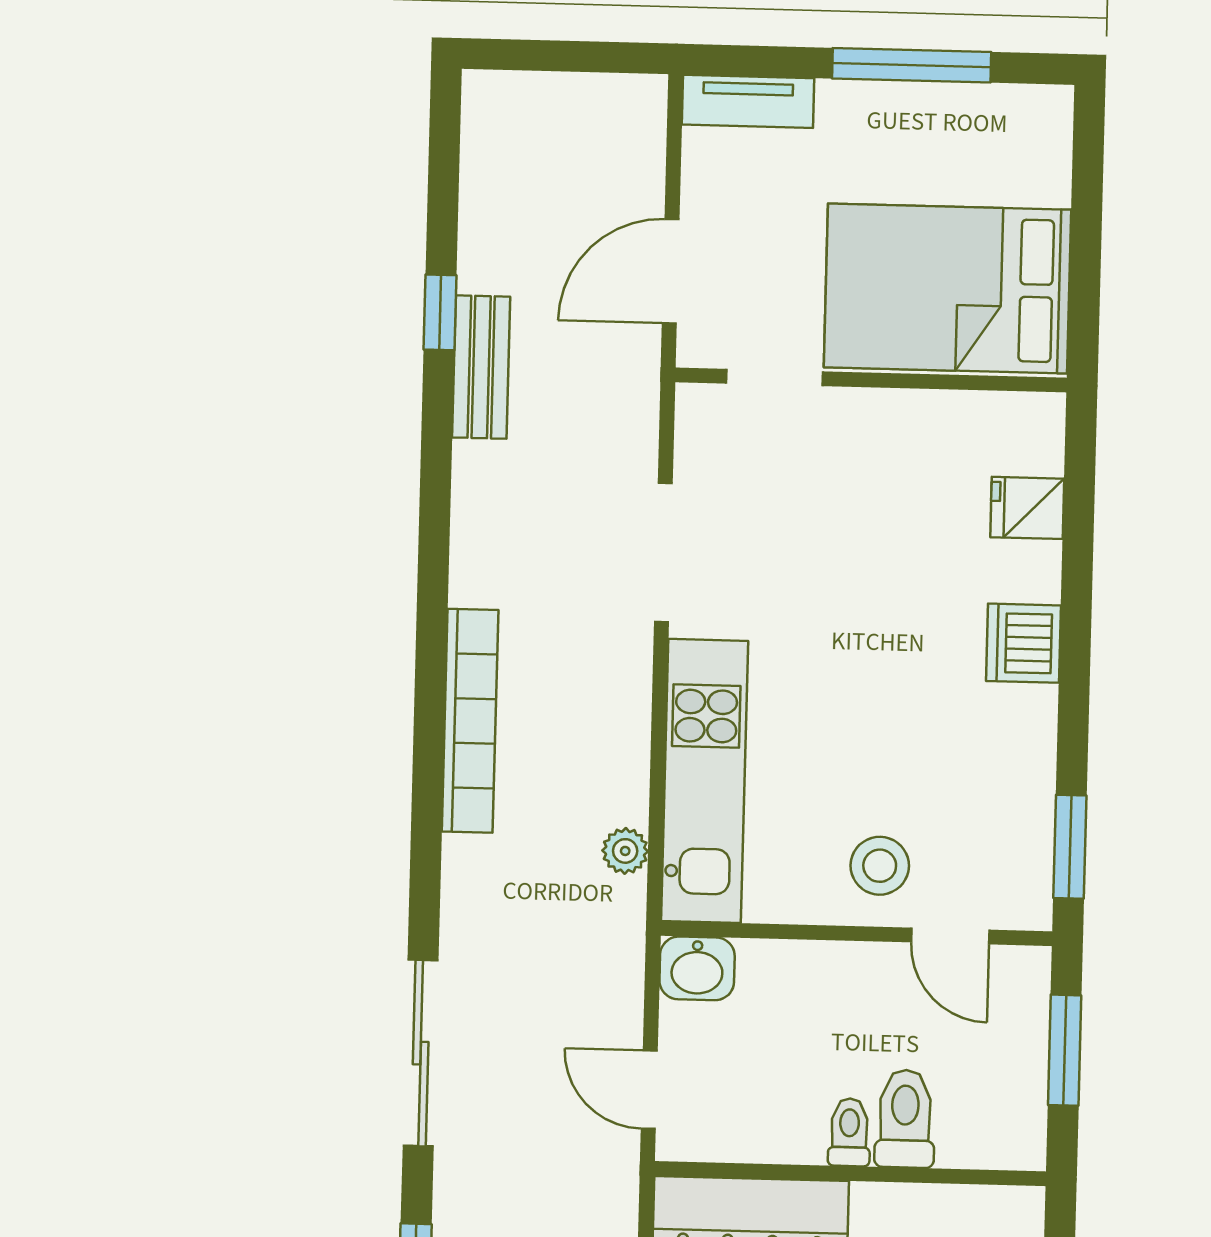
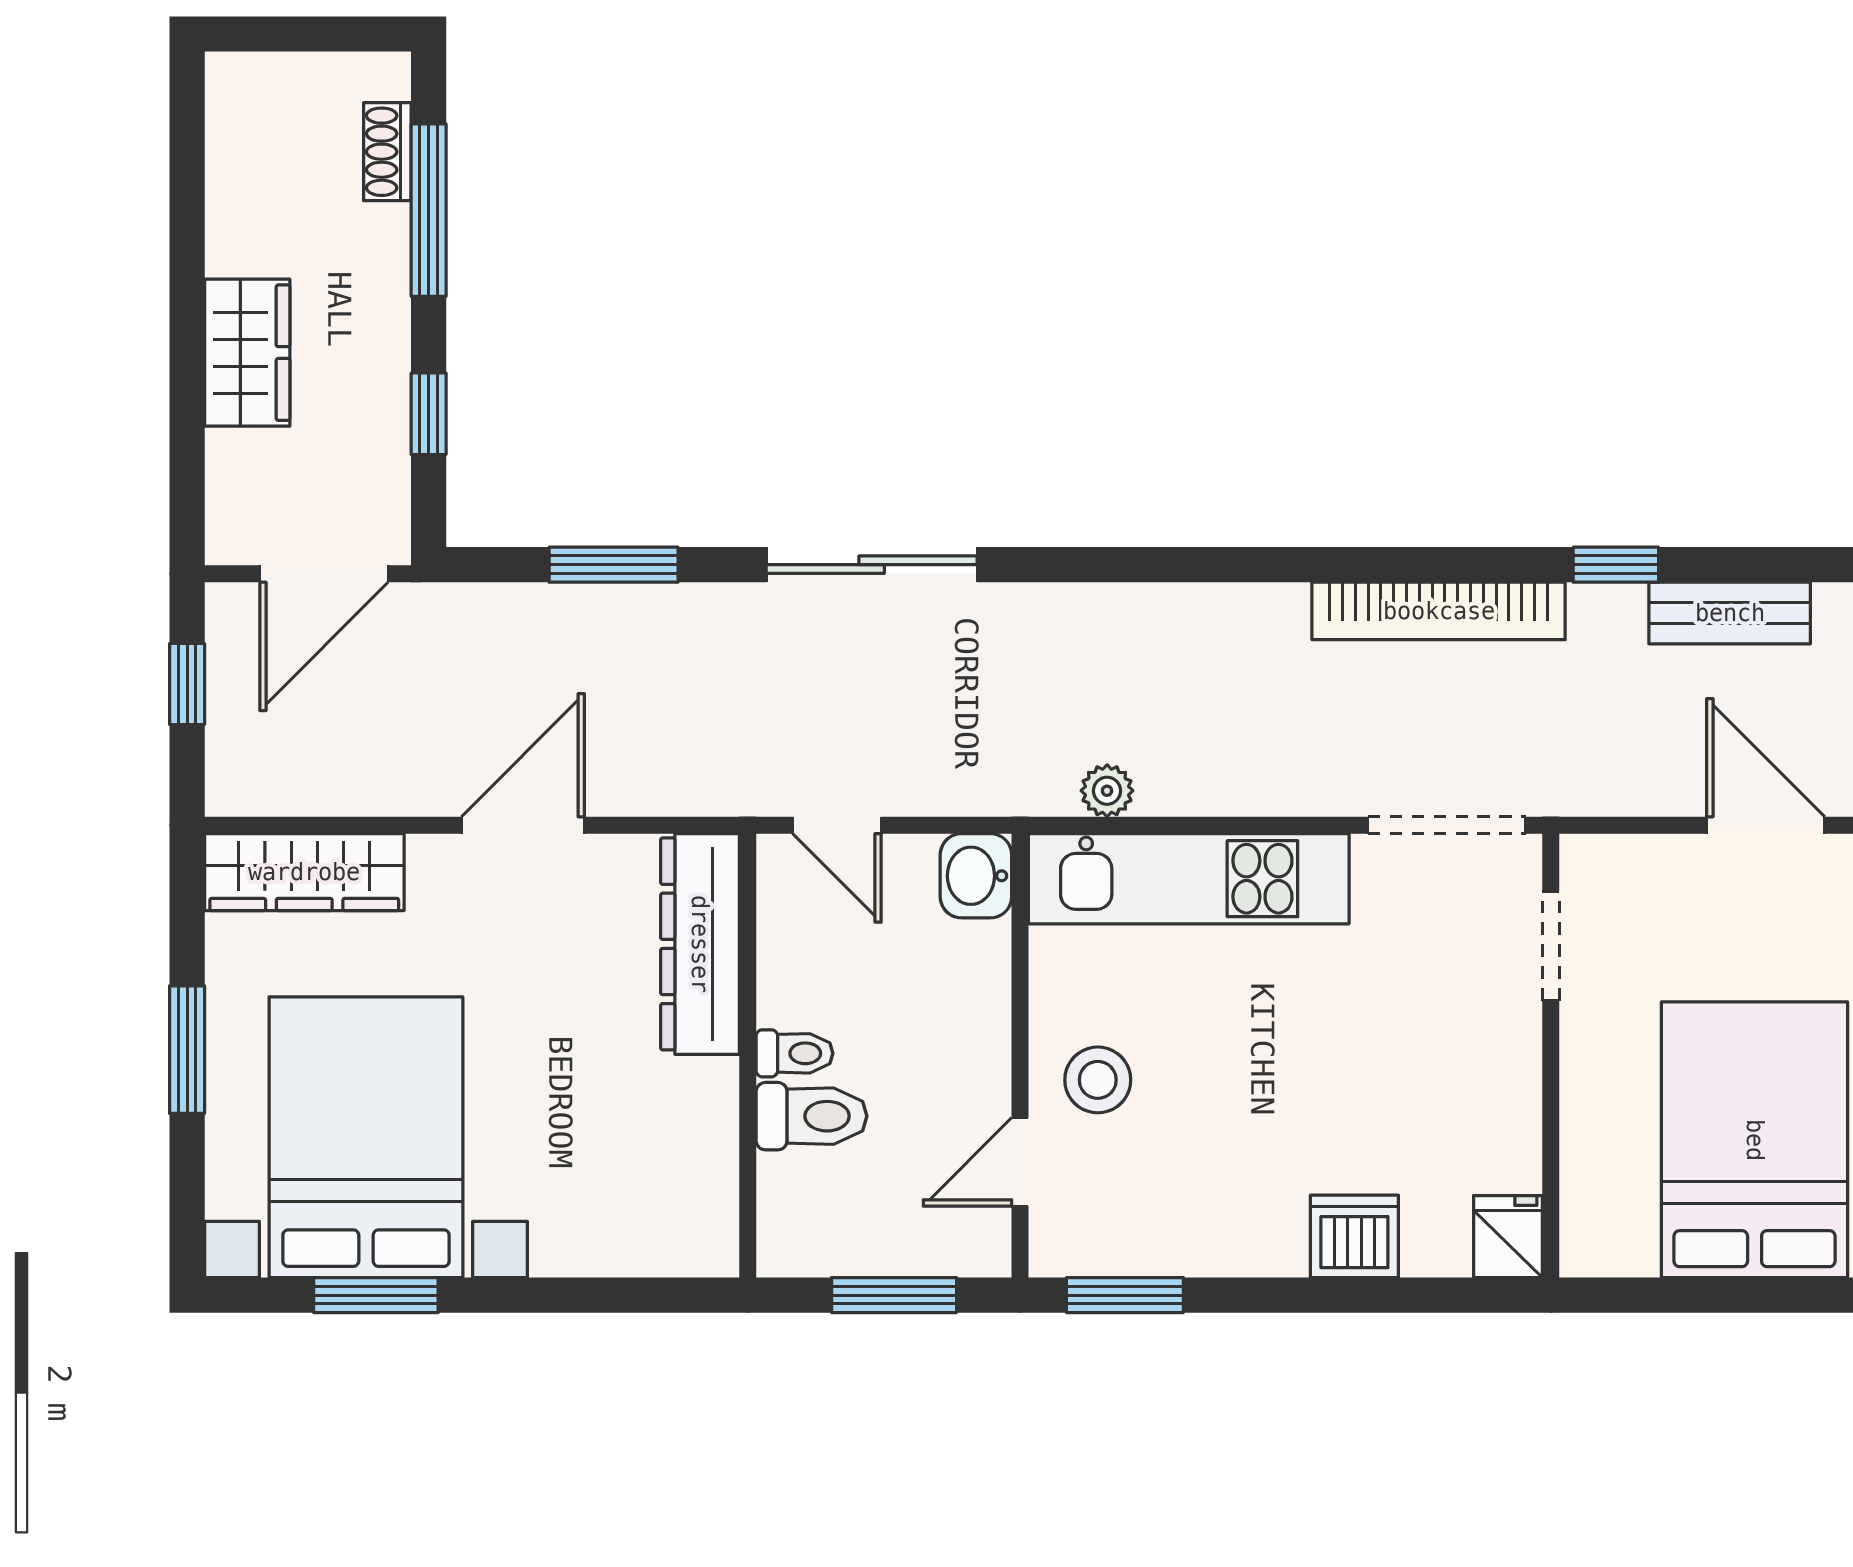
window: (440, 312) -> (1616, 565), moved
bench: (481, 367) -> (1730, 613), moved
doorway: (774, 377) -> (1551, 946), moved
wall: (871, 380) -> (1551, 1056), moved
bookcase: (470, 721) -> (1439, 611), moved
door: (649, 1090) -> (837, 825), swing flipped

